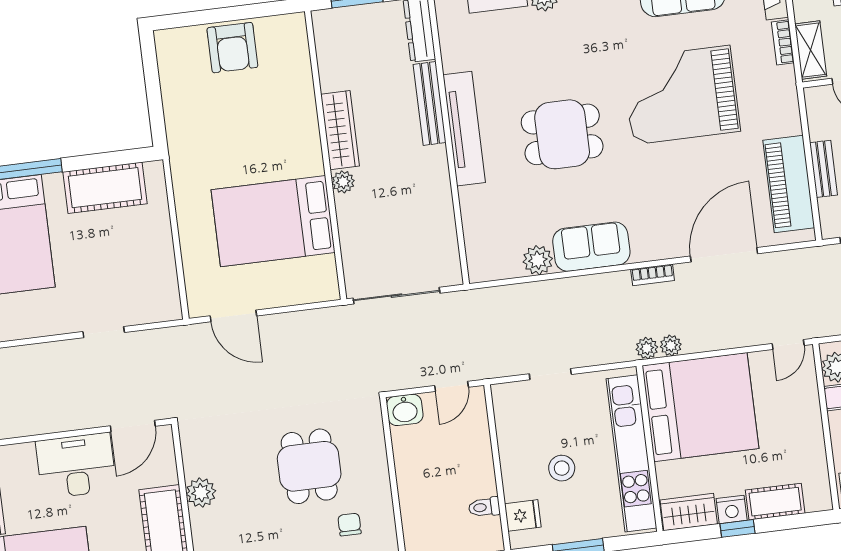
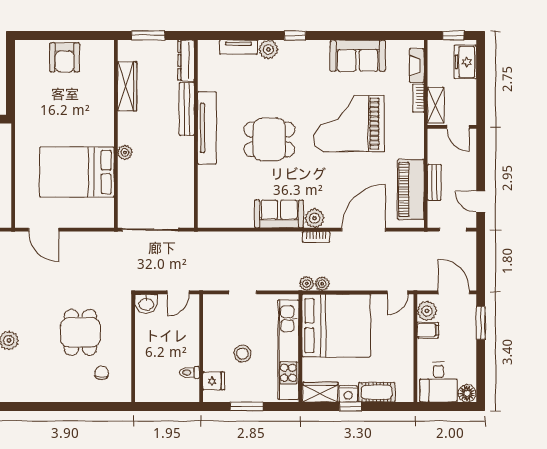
wardrobe: (340, 130) -> (127, 86), moved
plant: (538, 260) -> (315, 218), moved

